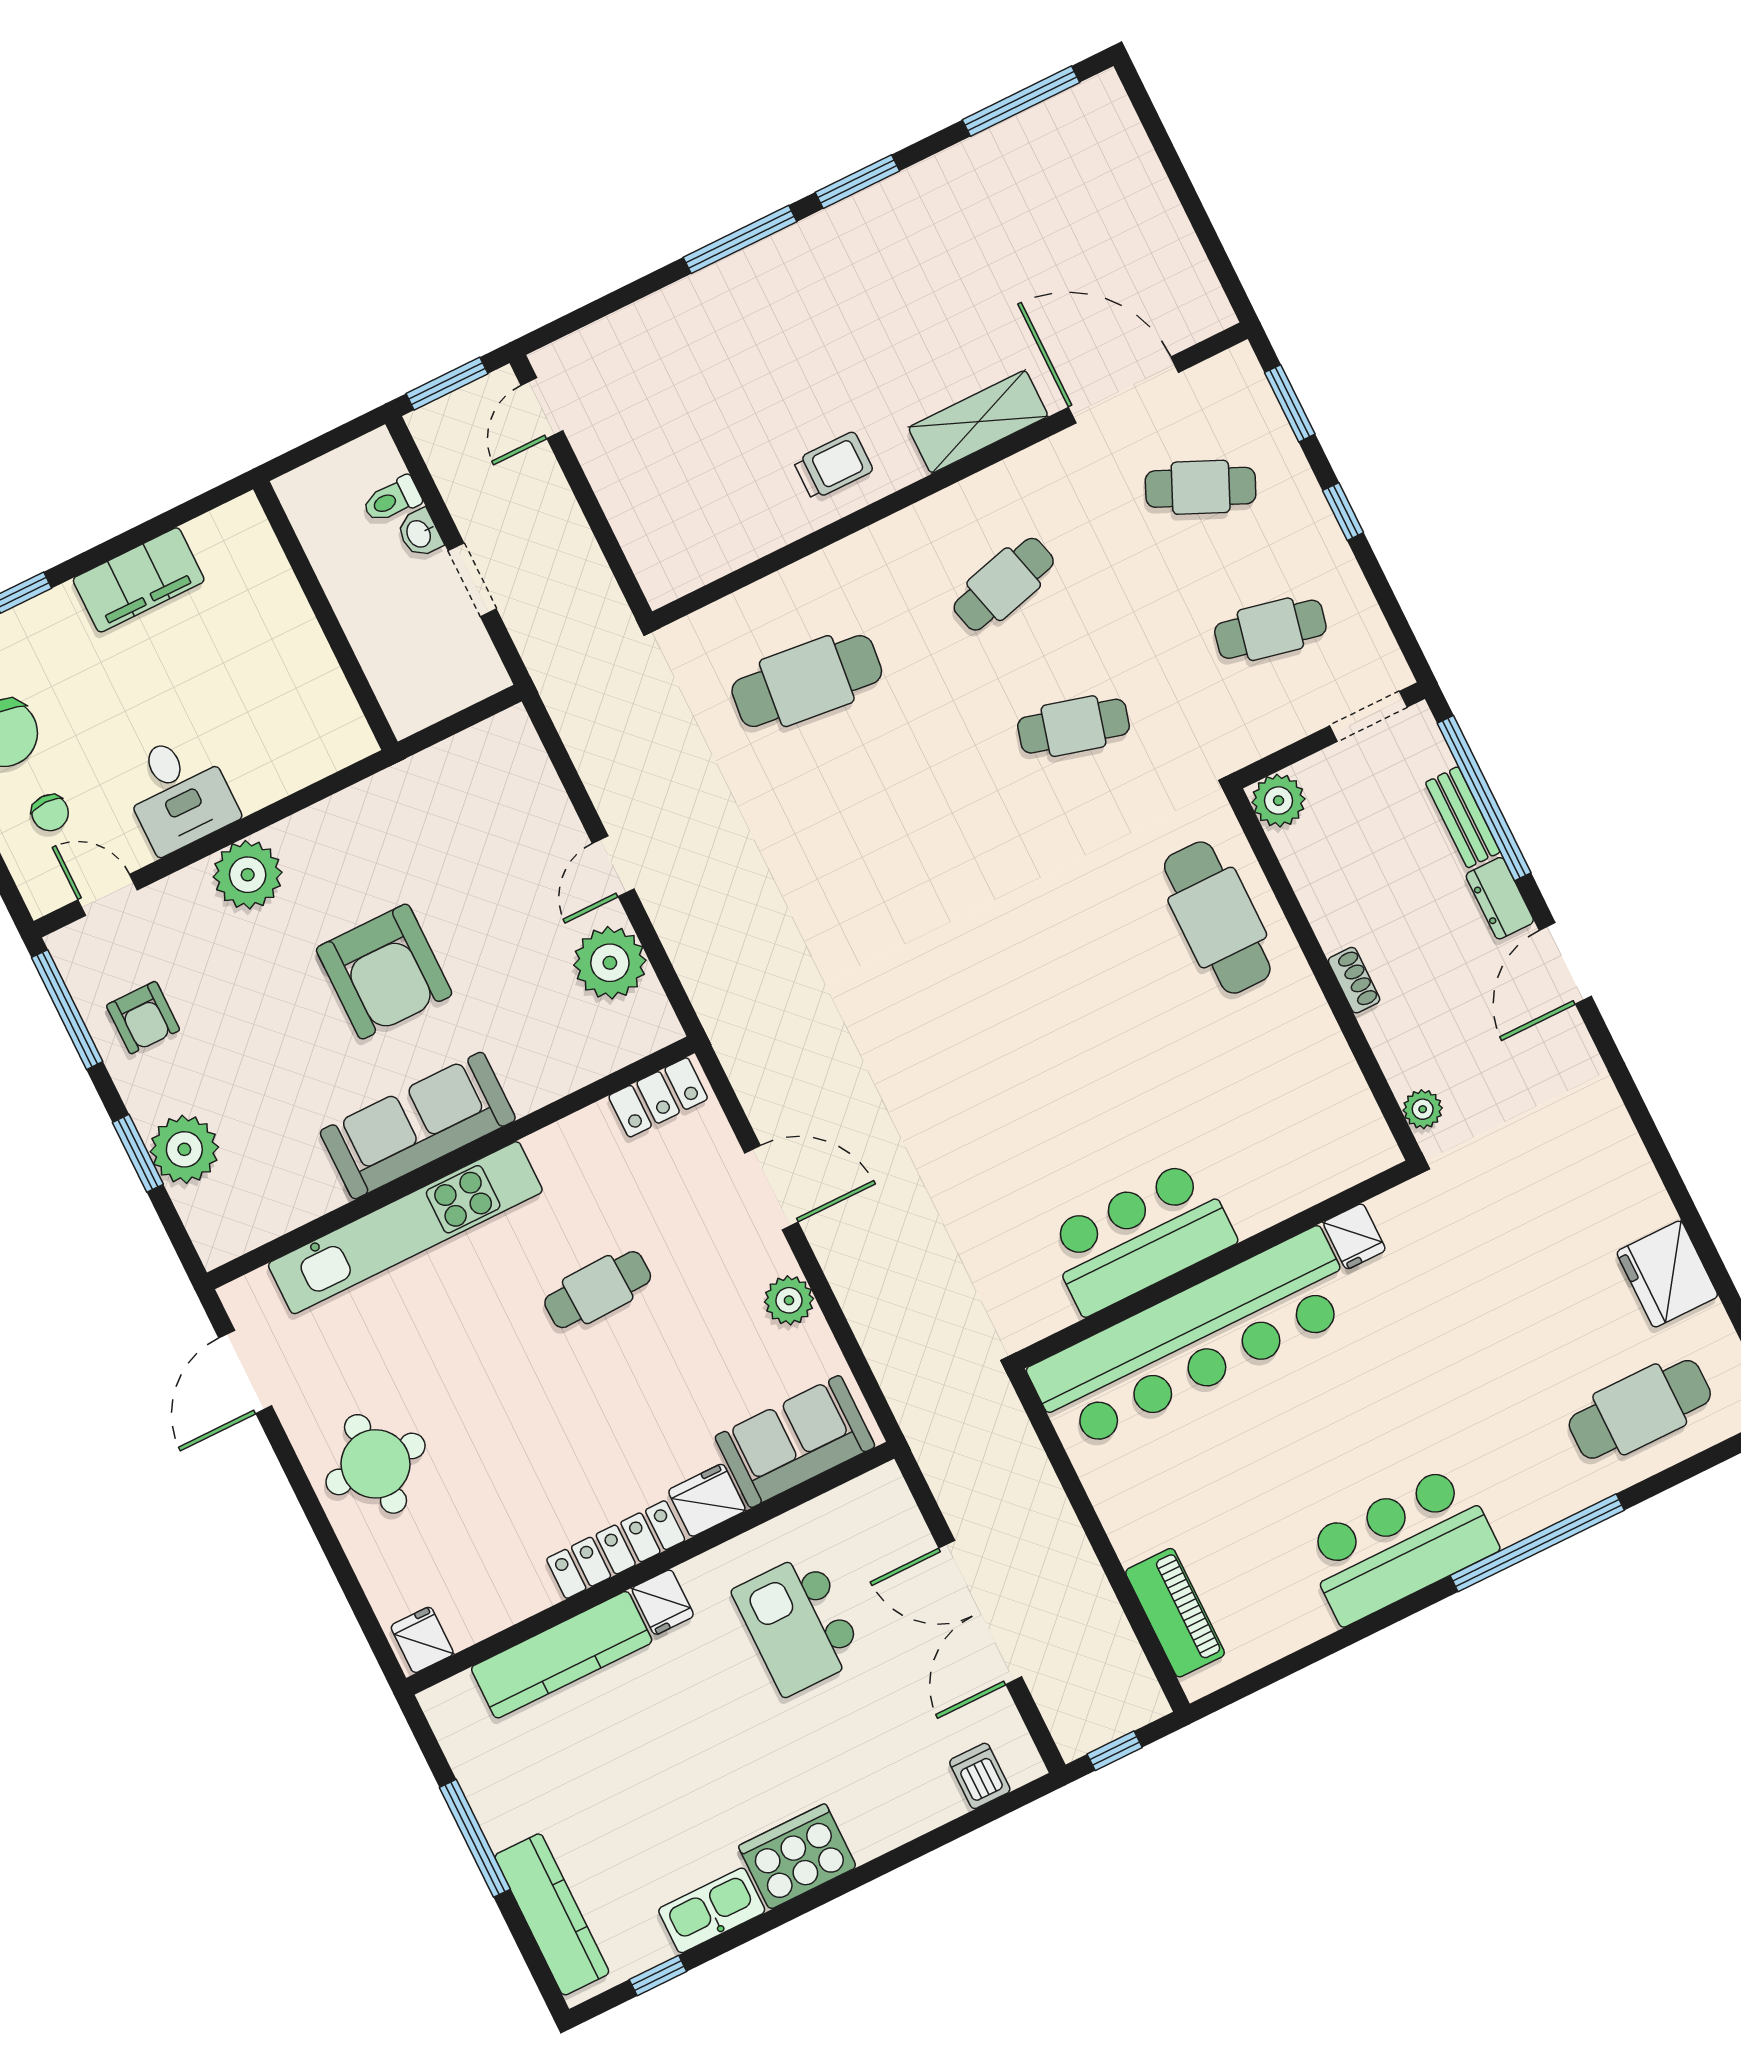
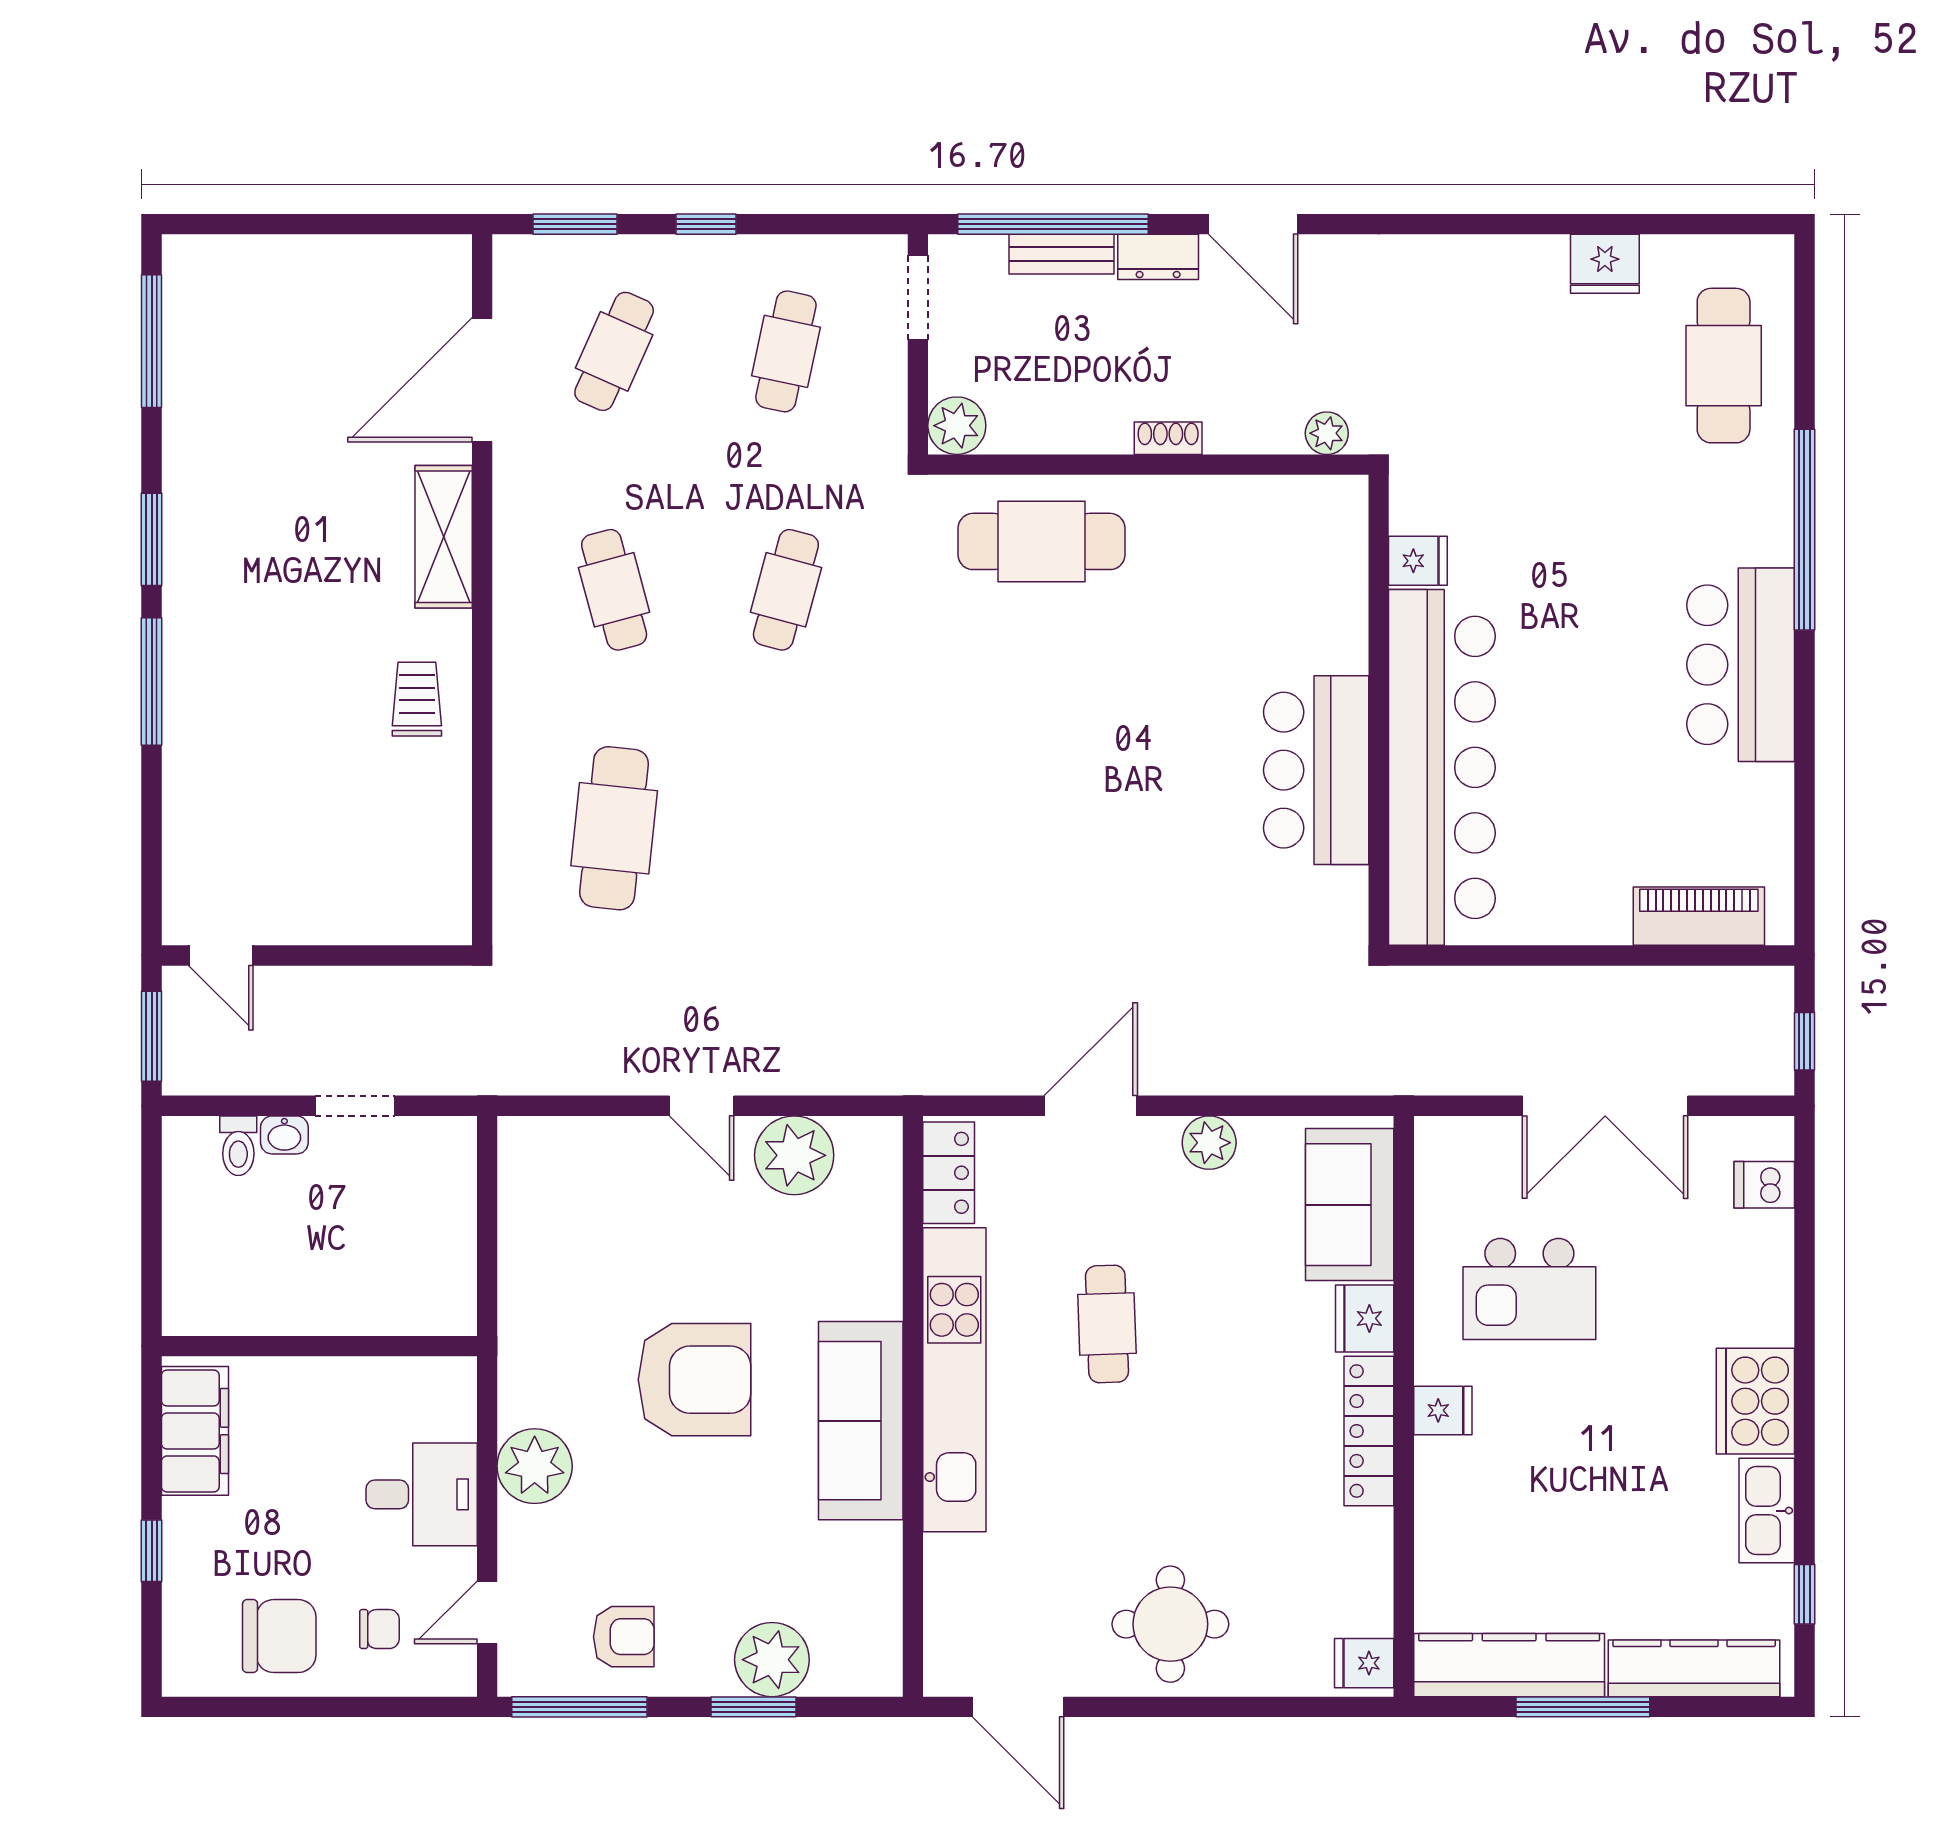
wall: (325, 616) -> (319, 1346), moved
kitchen unit: (405, 1228) -> (954, 1380), moved
fridge: (1667, 1274) -> (1605, 264), width x0.73, depth x0.75
kitchen counter: (562, 1655) -> (1509, 1665), moved, turned -90

